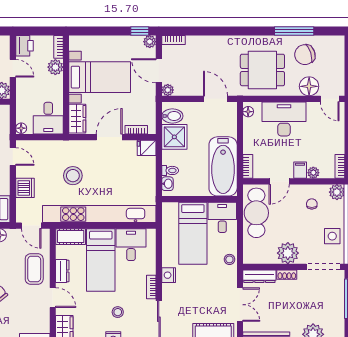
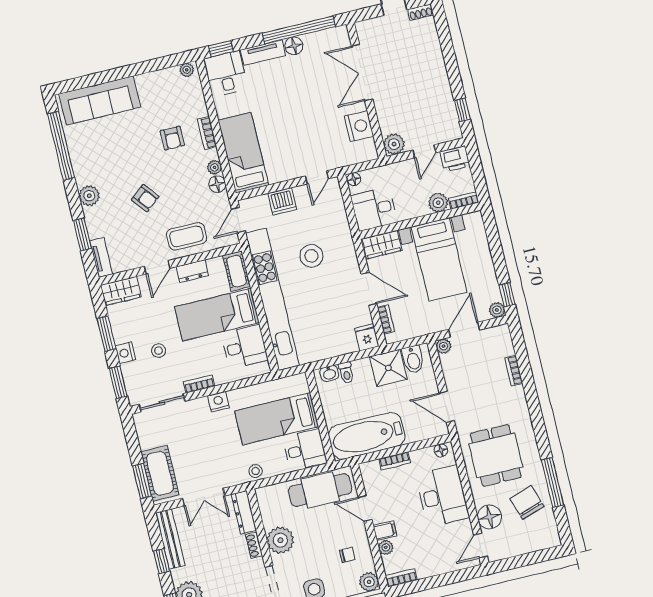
bookcase: (173, 40) -> (514, 371), moved
door: (215, 99) -> (447, 407), swing flipped
bookcase: (248, 166) -> (395, 461), moved

